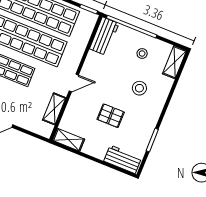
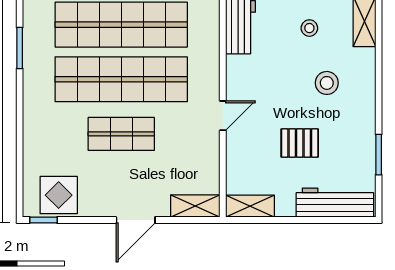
shelving: (54, 109) -> (195, 206), moved, turned 90
workbench: (123, 159) -> (335, 203), width x1.37

